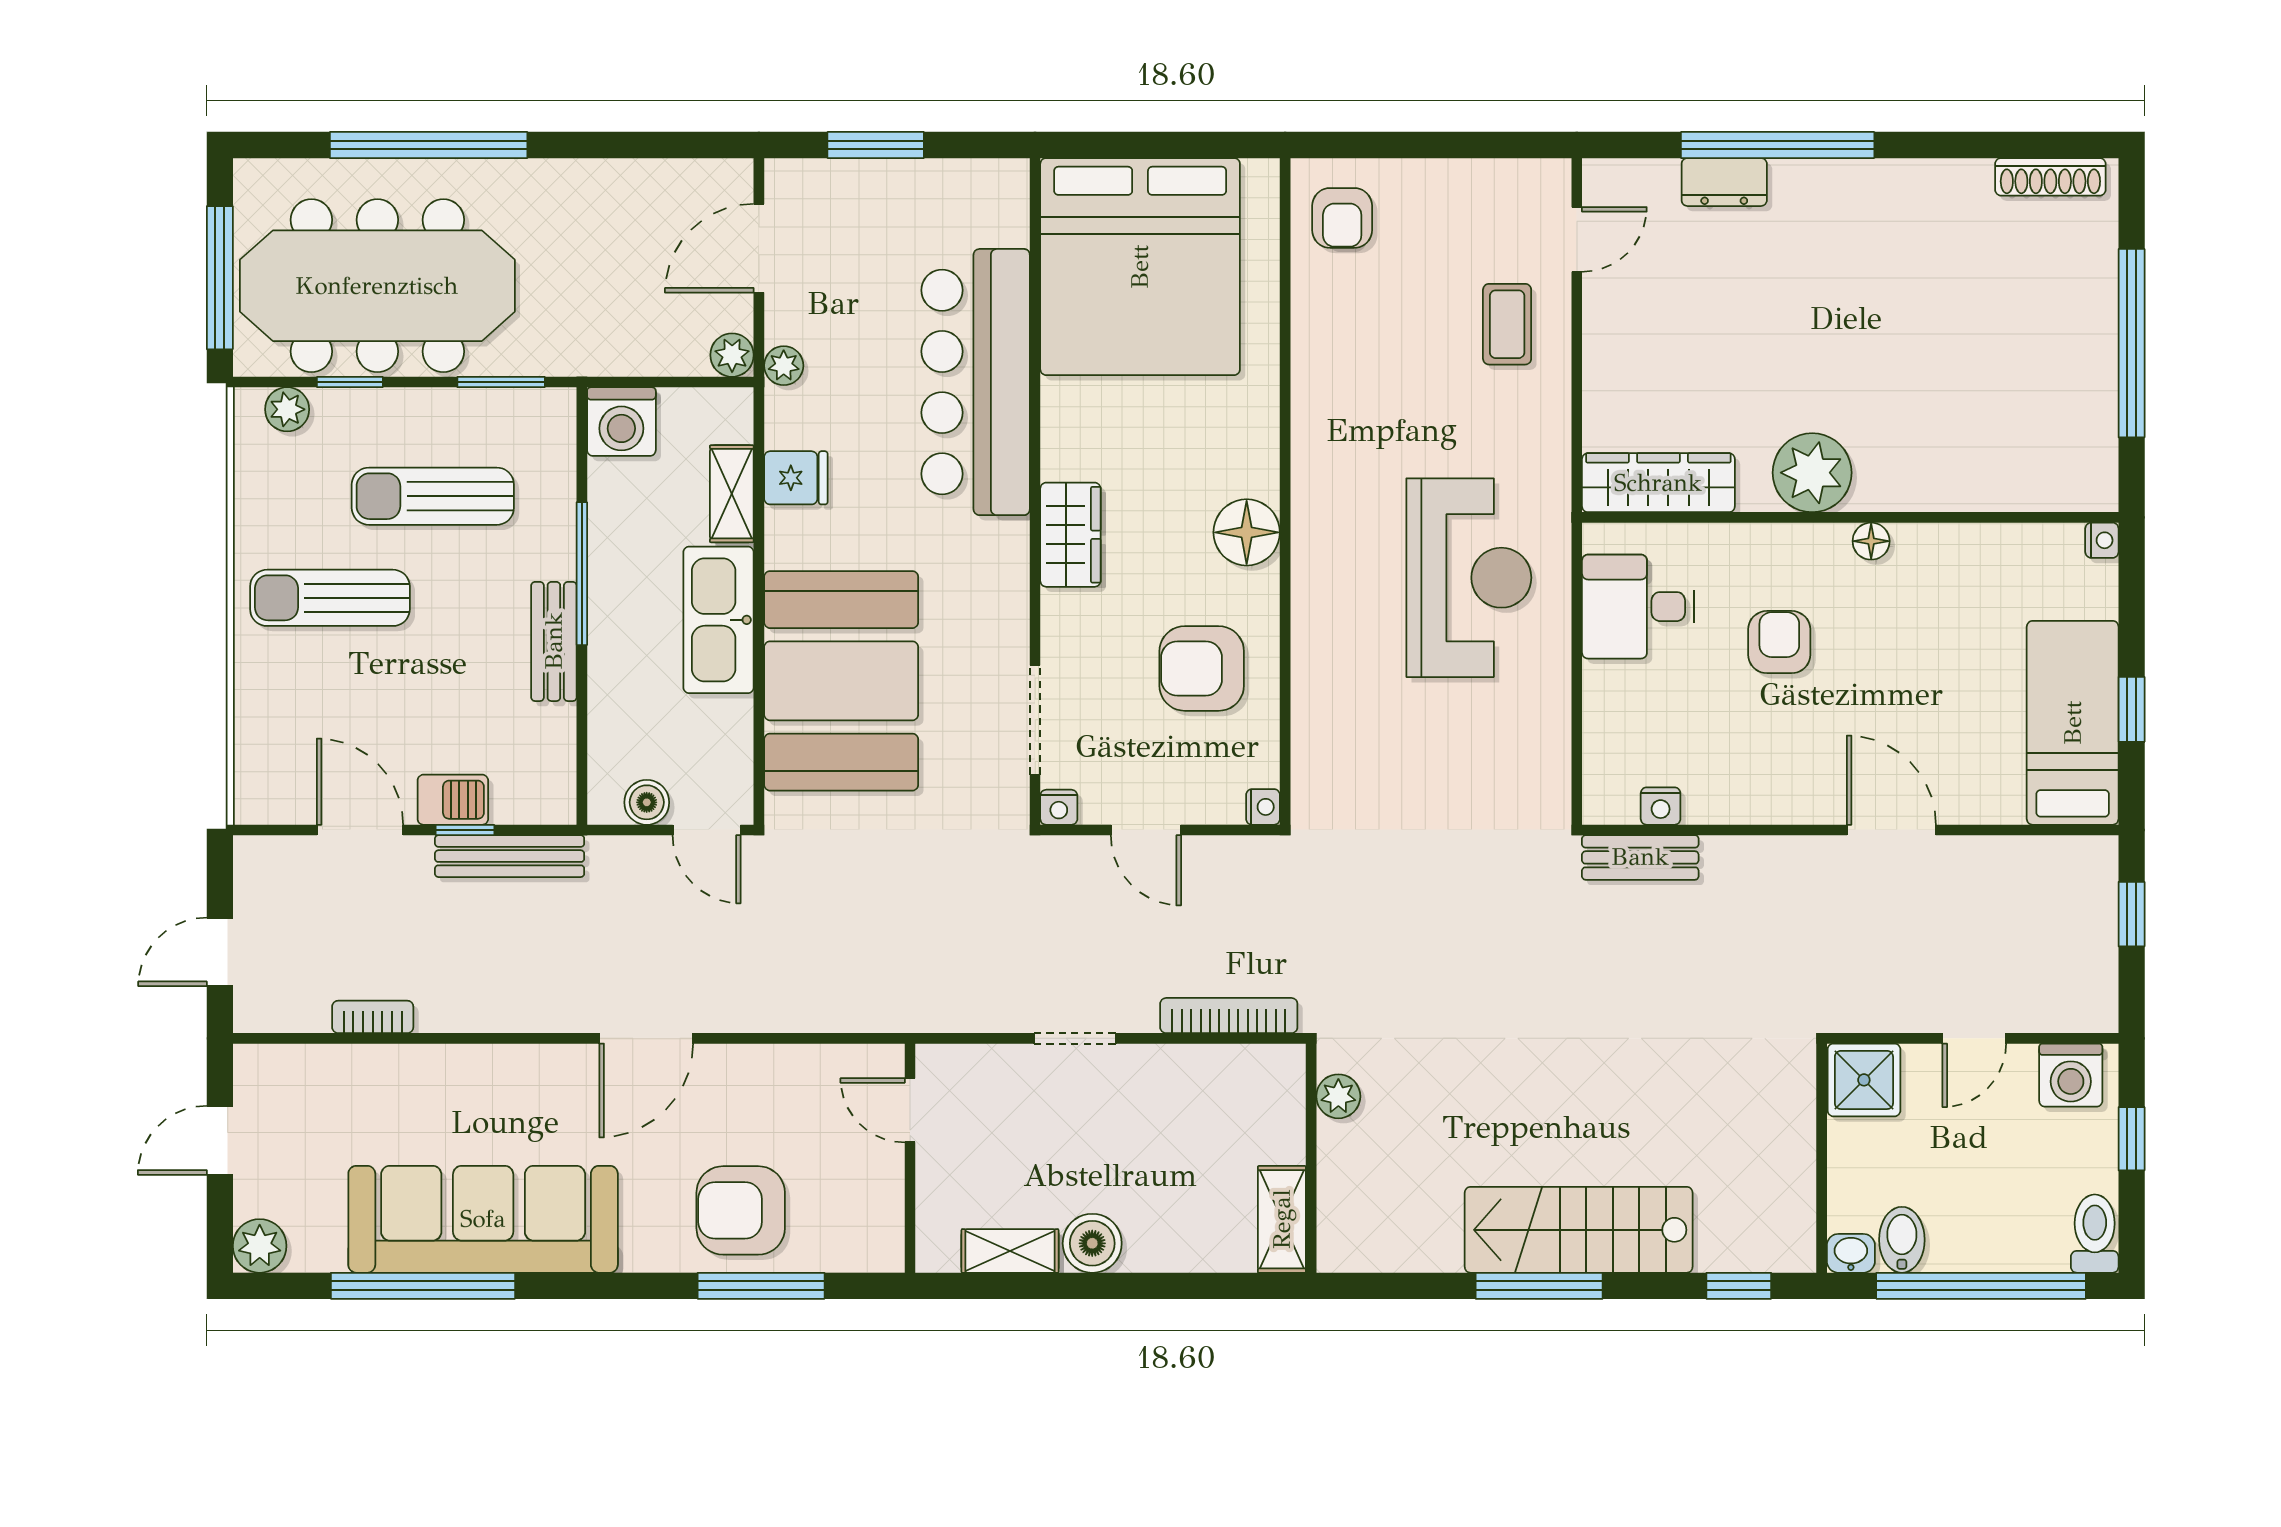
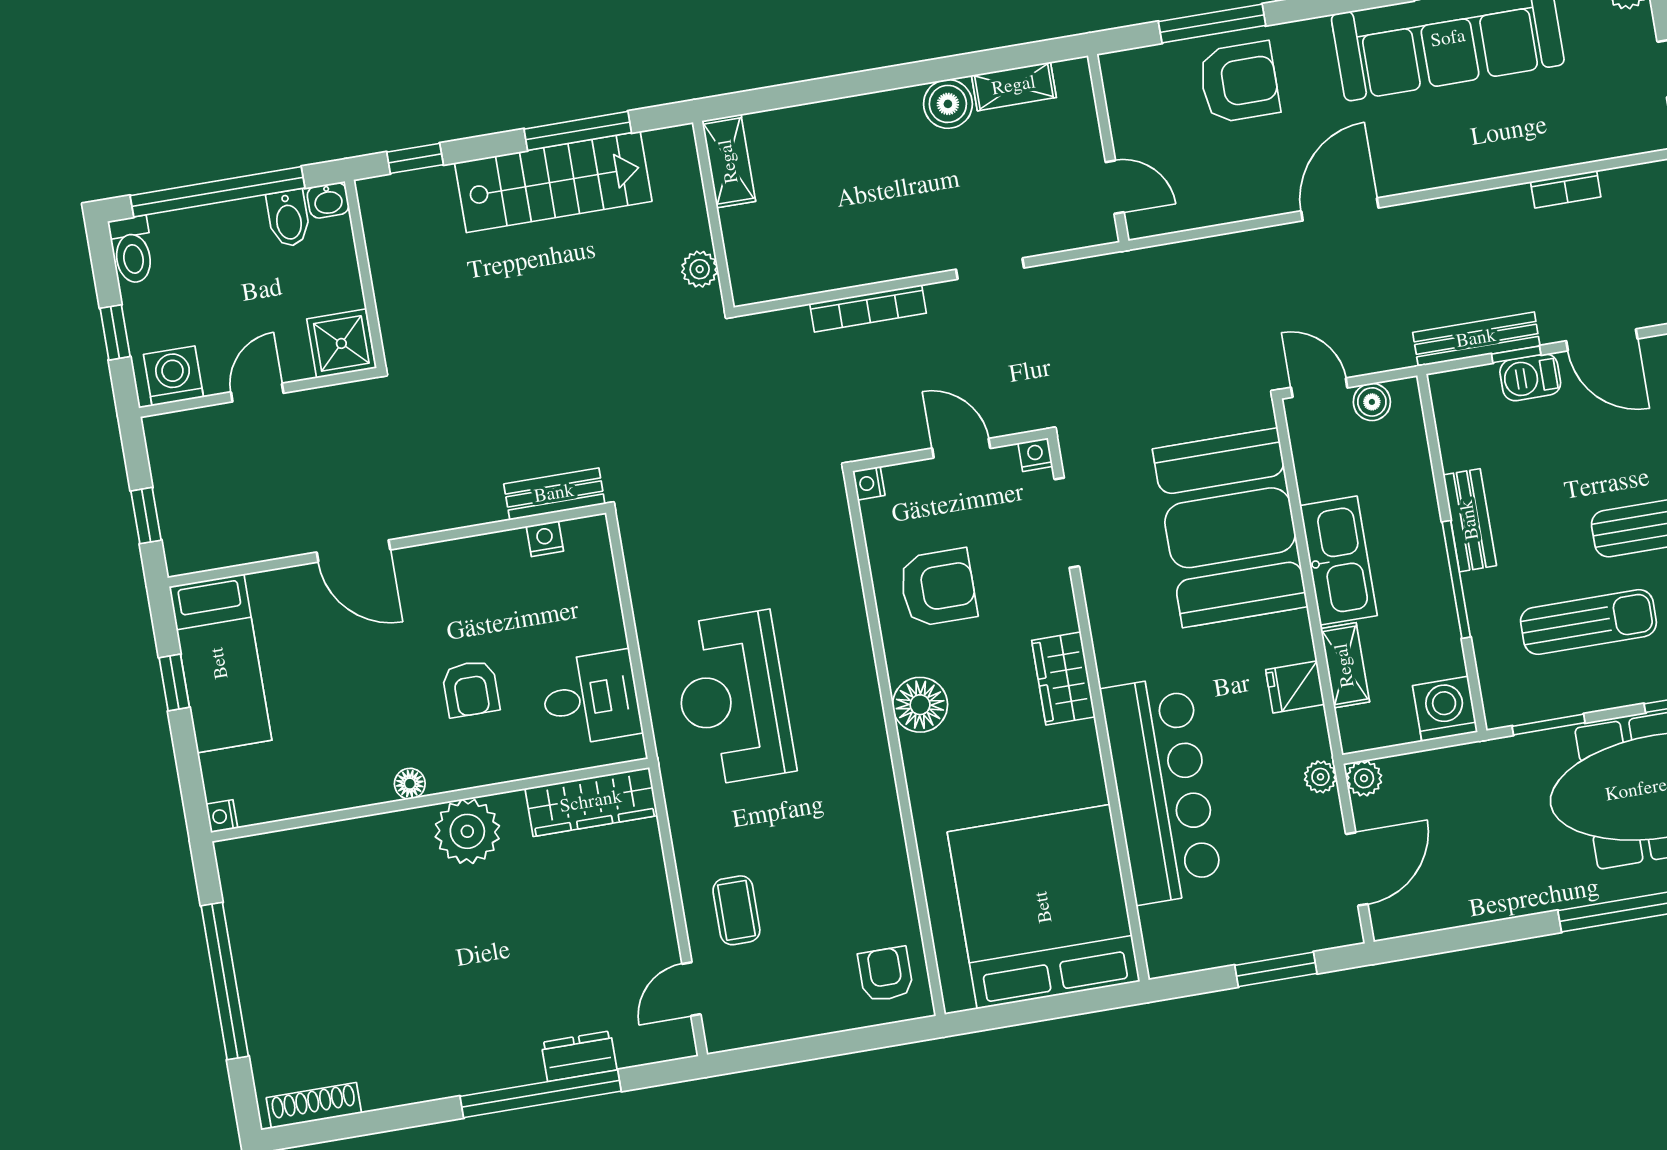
plant: (1338, 1096) -> (700, 269), moved
wall: (1311, 1158) -> (713, 215), moved
shelving: (1282, 1219) -> (729, 161), moved

